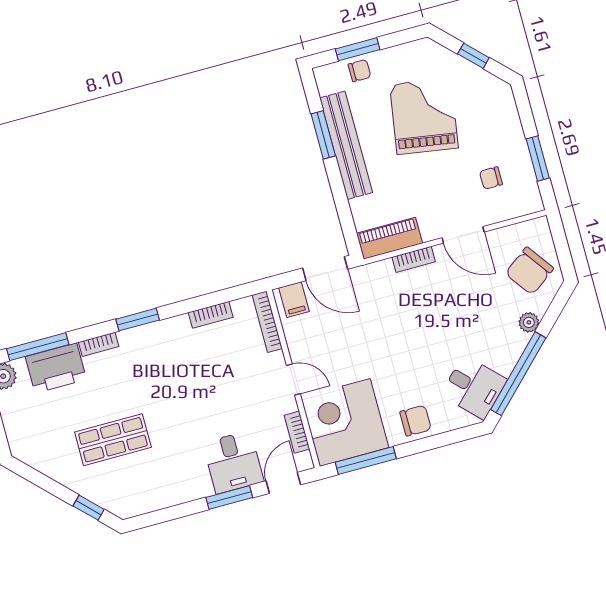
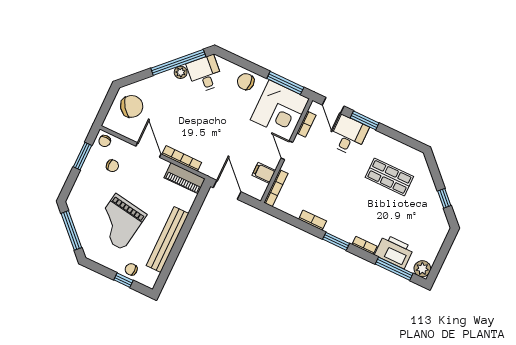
window: (358, 49) -> (123, 280), width x0.67
window: (473, 56) -> (71, 230), width x2.17
window: (323, 135) -> (174, 254), removed
chair: (526, 200) -> (105, 141), added
bookcase: (414, 259) -> (182, 158), width x1.56
filing cabinet: (294, 300) -> (264, 173), moved, turned -90
bookcase: (211, 315) -> (313, 220), moved
plant: (529, 322) -> (181, 72), moved
shop shelf: (113, 440) -> (389, 177), moved
door: (283, 483) -> (333, 106), hinge flipped
window: (89, 508) -> (444, 198), moved

